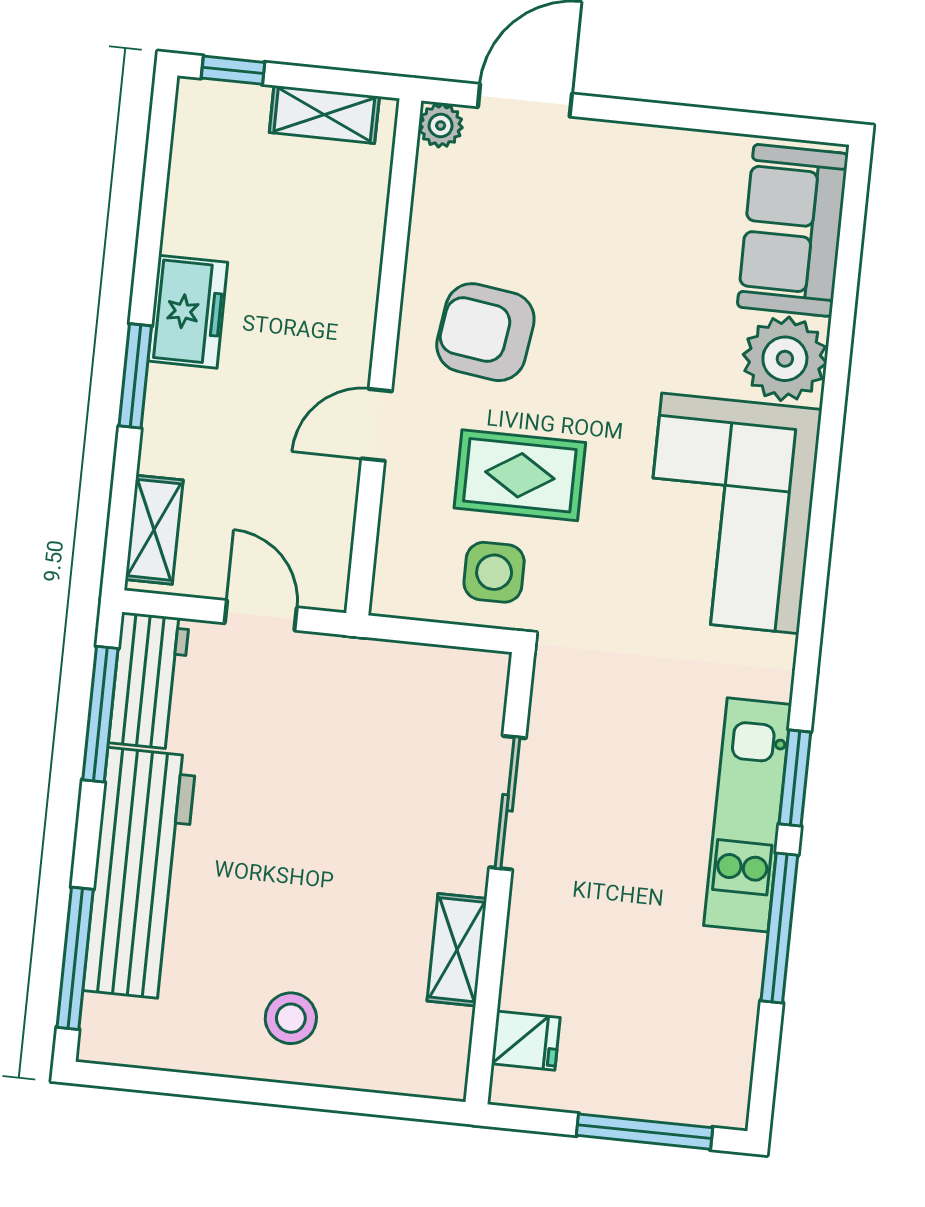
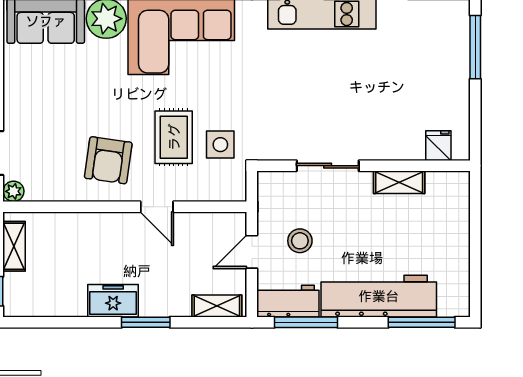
sliding door: (507, 803) -> (328, 166), moved
wall: (500, 878) -> (364, 166), moved
shelving: (457, 950) -> (399, 182), moved
stool: (291, 1018) -> (300, 241), moved
fridge: (526, 1041) -> (438, 146), moved

